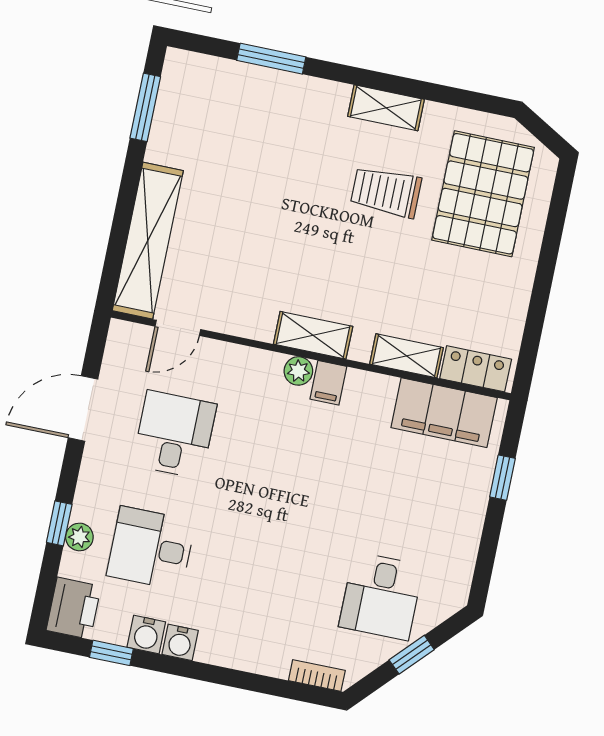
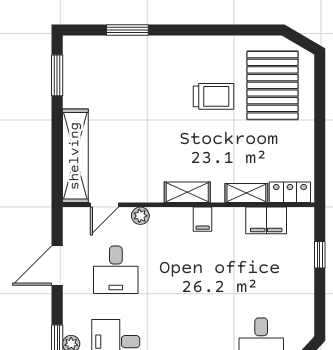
shelving: (386, 108) -> (203, 45), removed
trolley: (386, 192) -> (213, 96), turned 180
plant: (298, 371) -> (140, 216), moved
filing cabinet: (444, 413) -> (266, 220), width x0.67, depth x0.86
desk: (174, 435) -> (116, 270), turned 180

